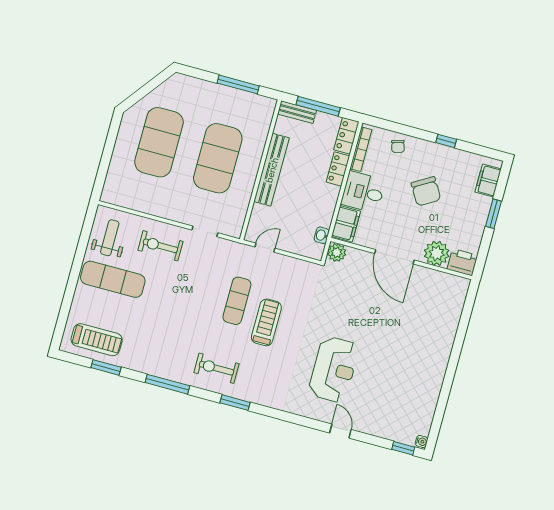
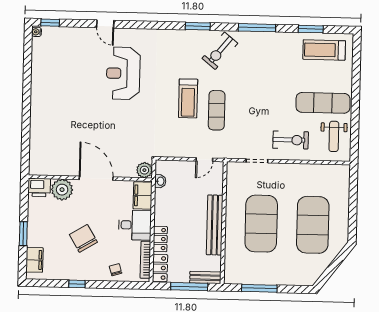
exercise bike: (216, 368) -> (220, 51), turned 129

